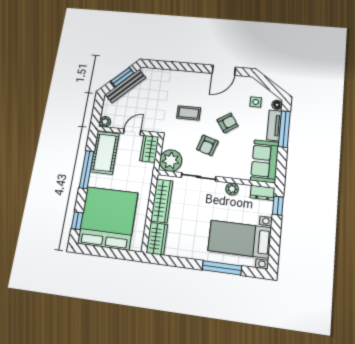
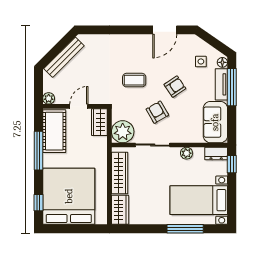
window: (122, 77) -> (59, 47), removed
armchair: (207, 145) -> (157, 112), turned 133

